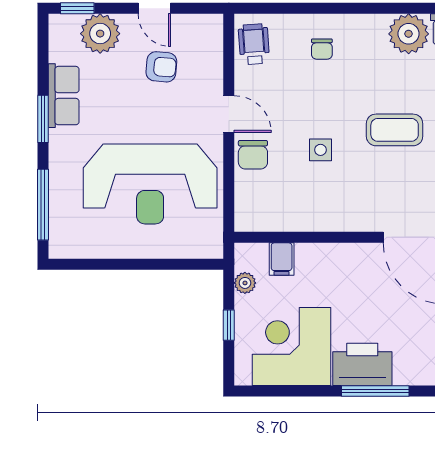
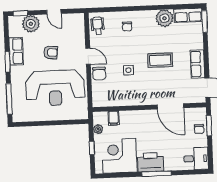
armchair: (161, 67) -> (51, 52), moved

